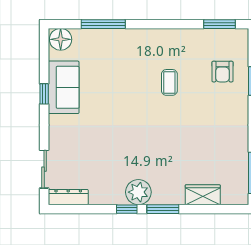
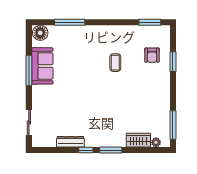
window: (44, 94) -> (29, 71), width x2.17
plant: (138, 192) -> (156, 142), moved, width x0.53, depth x0.53
dresser: (68, 197) -> (70, 142), moved

